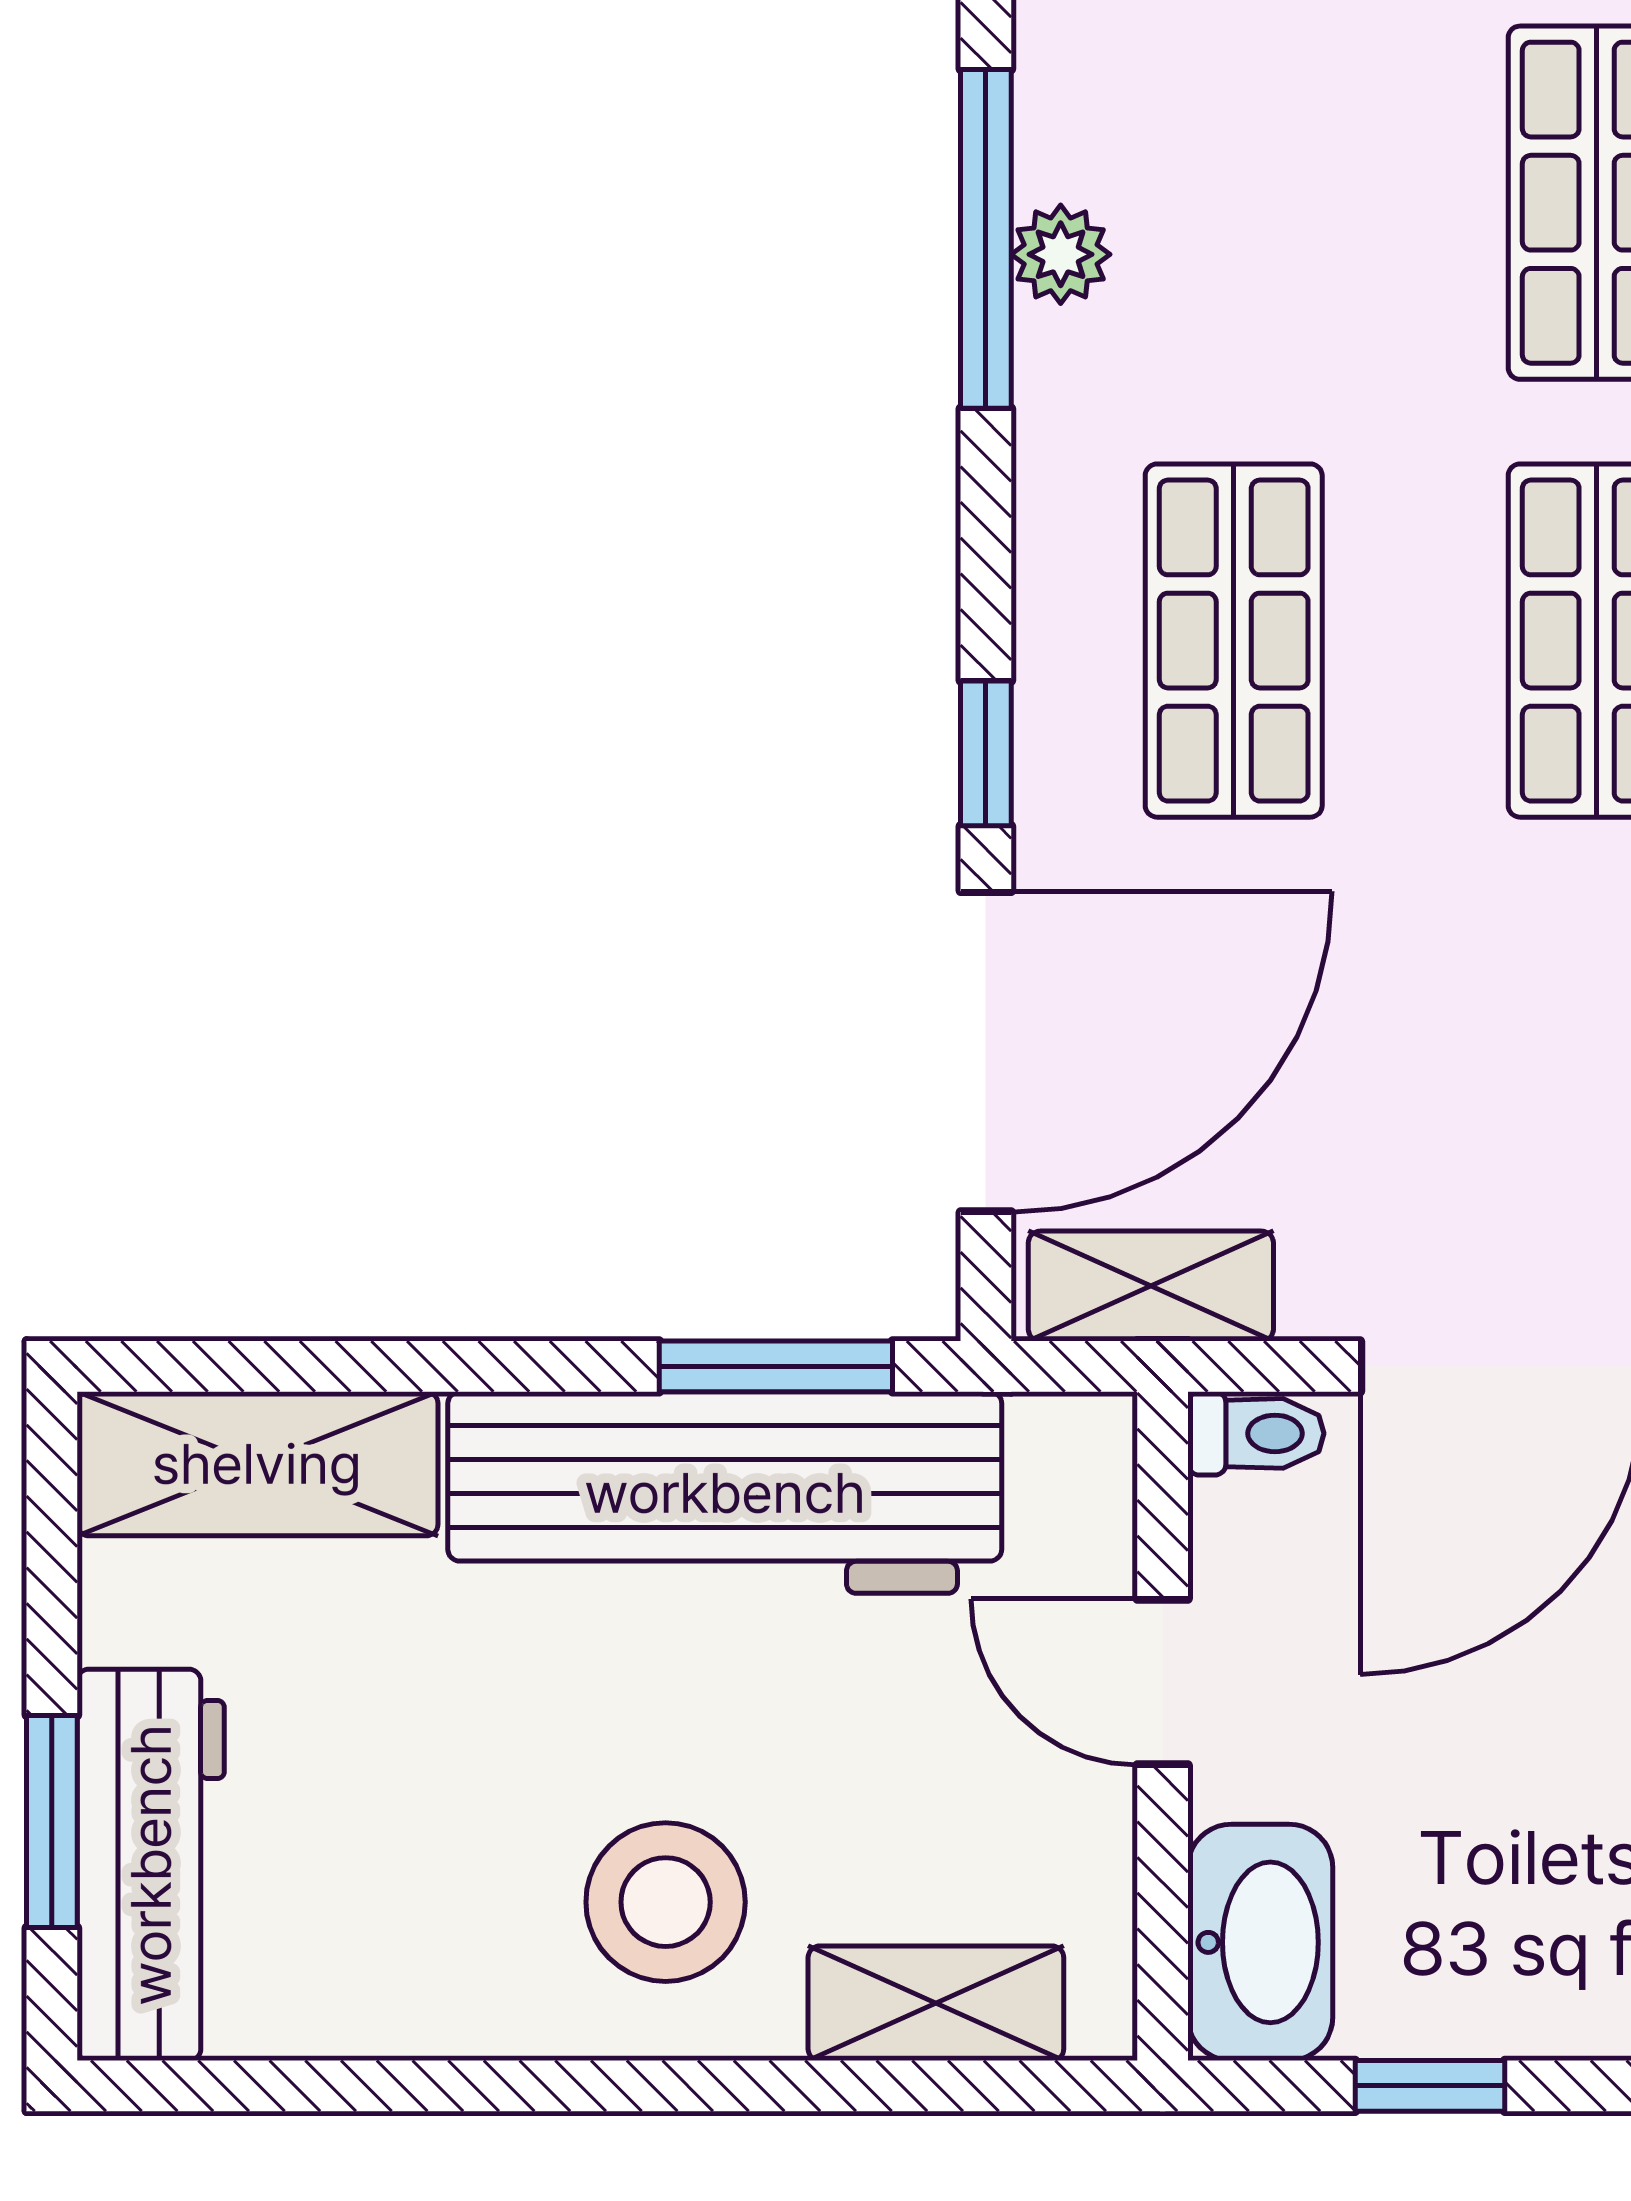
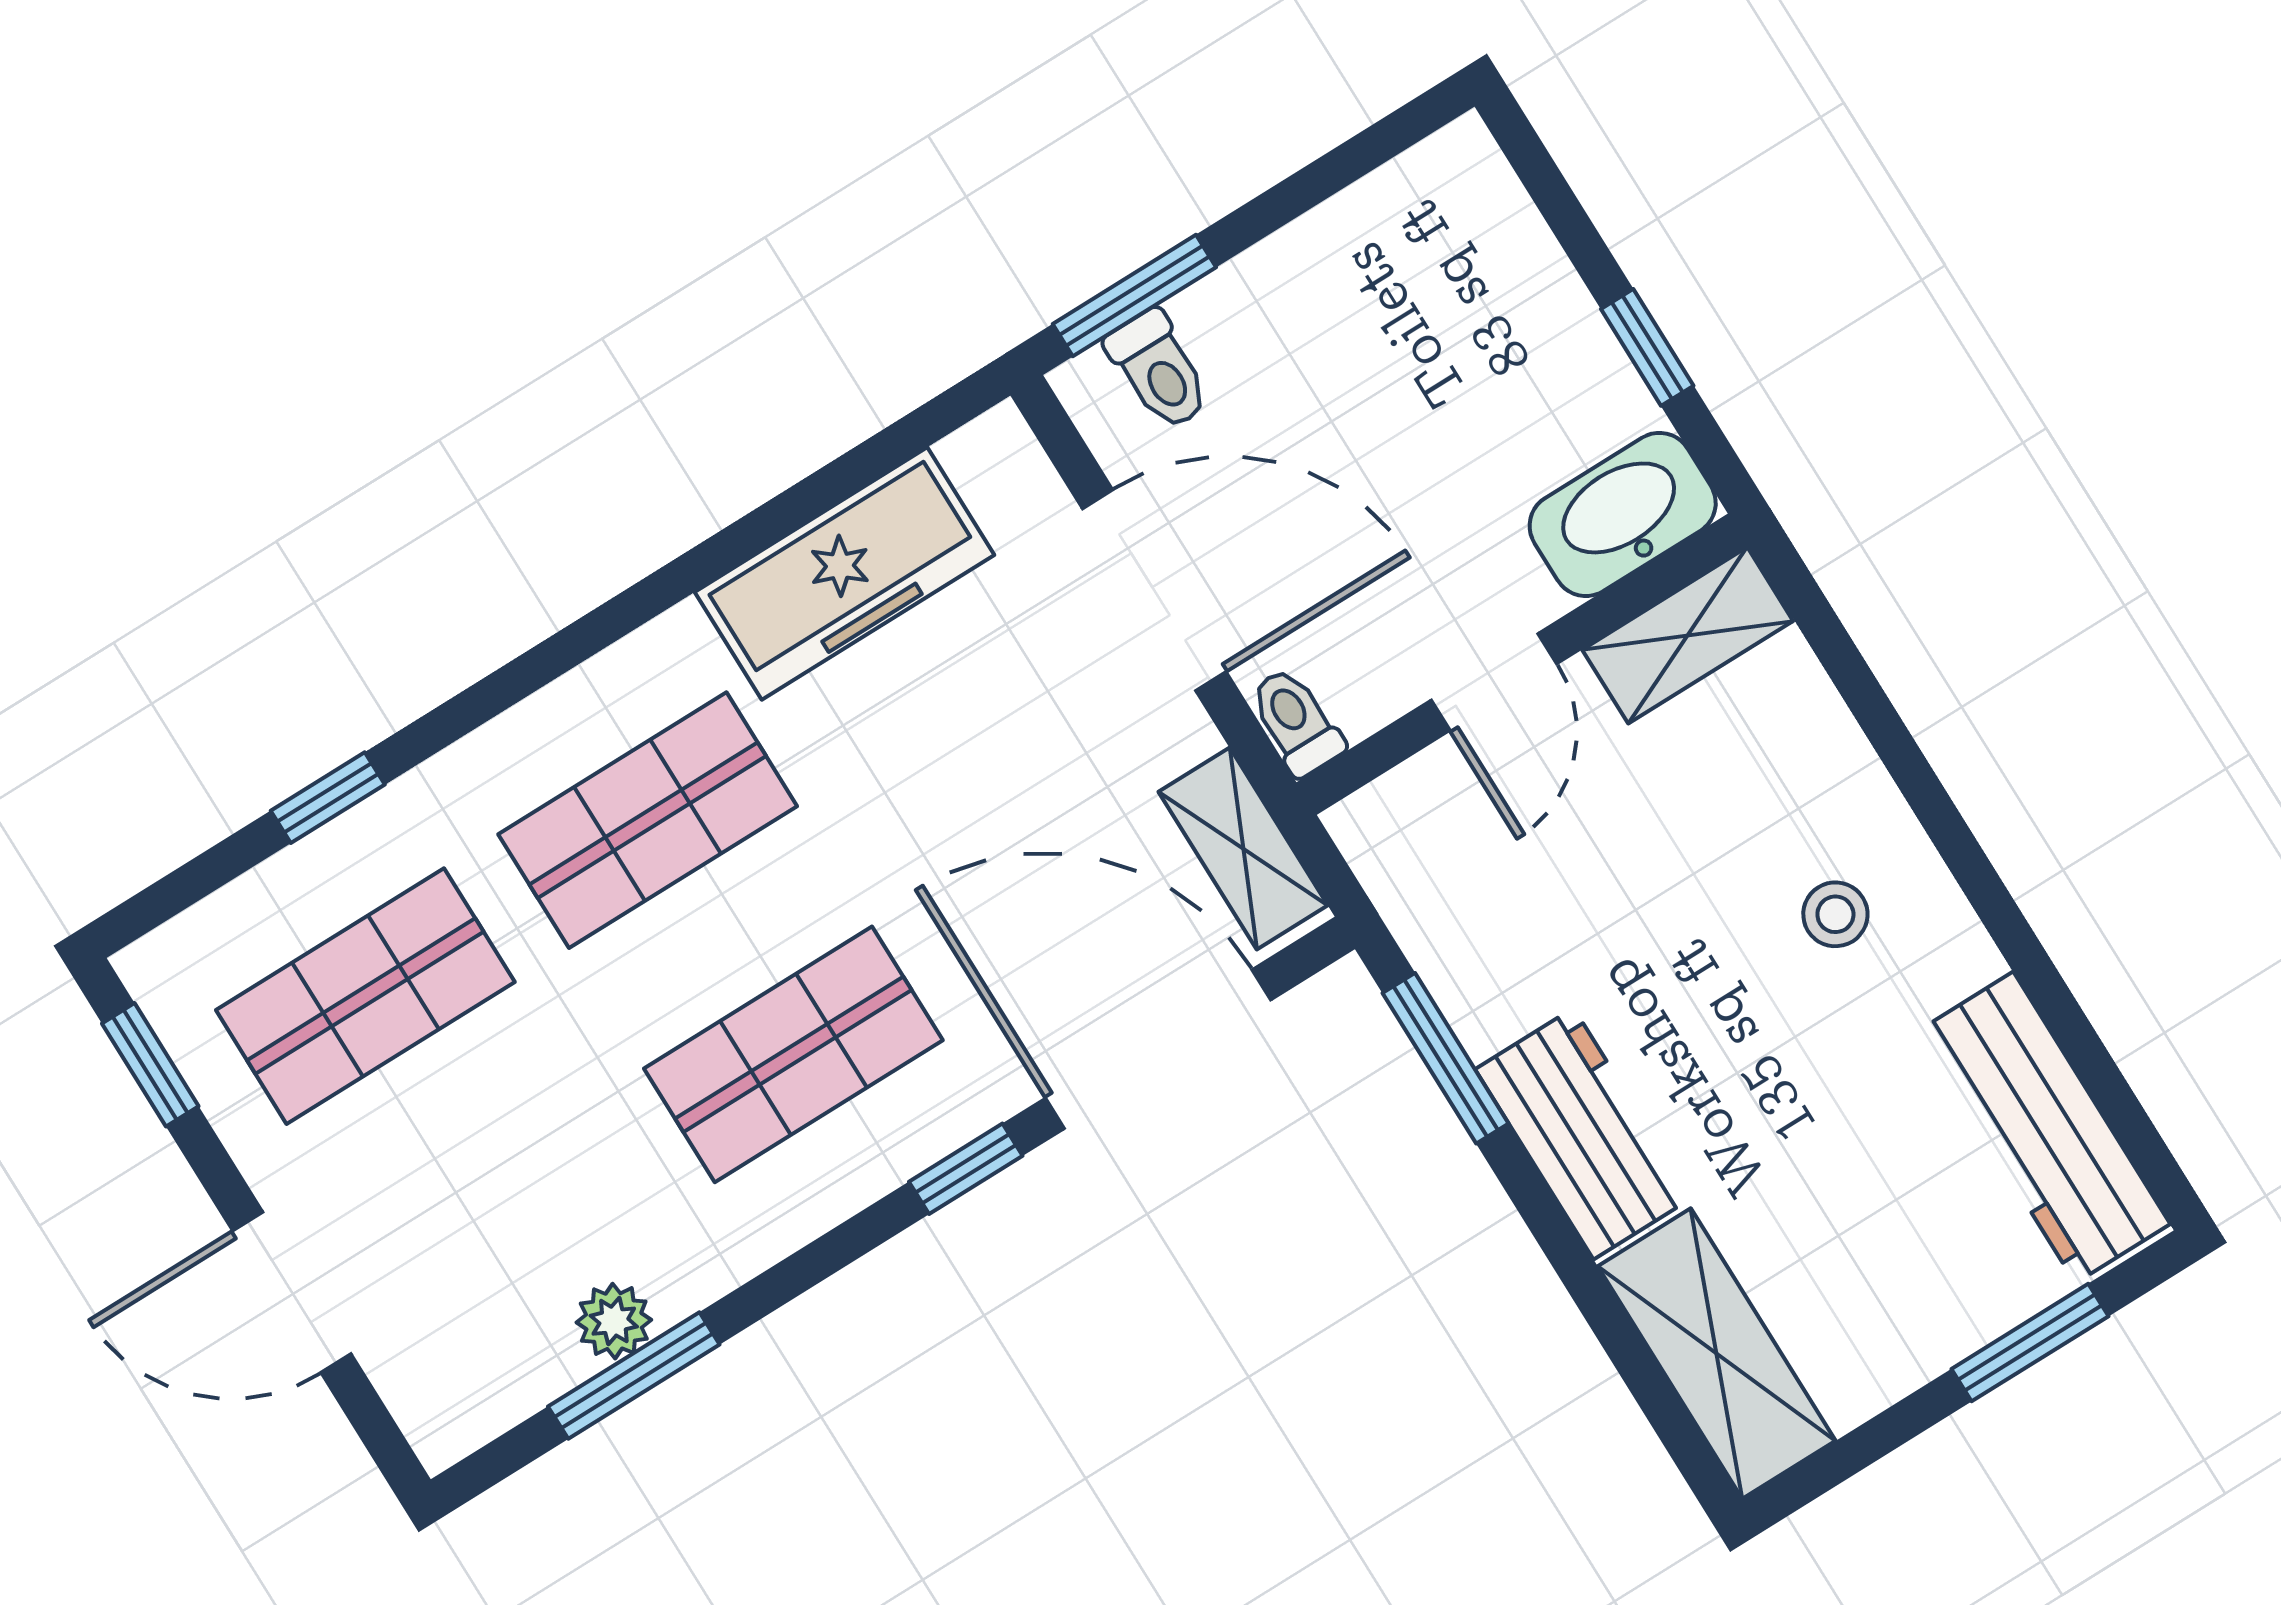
window: (986, 239) -> (634, 1375), width x0.69
workbench: (725, 1493) -> (1583, 1134), width x0.53, depth x0.76
workbench: (151, 1865) -> (2044, 1127), moved, turned -90
stool: (666, 1902) -> (1835, 914), width x0.53, depth x0.53
shelving: (936, 2003) -> (1688, 635), moved, turned 90

